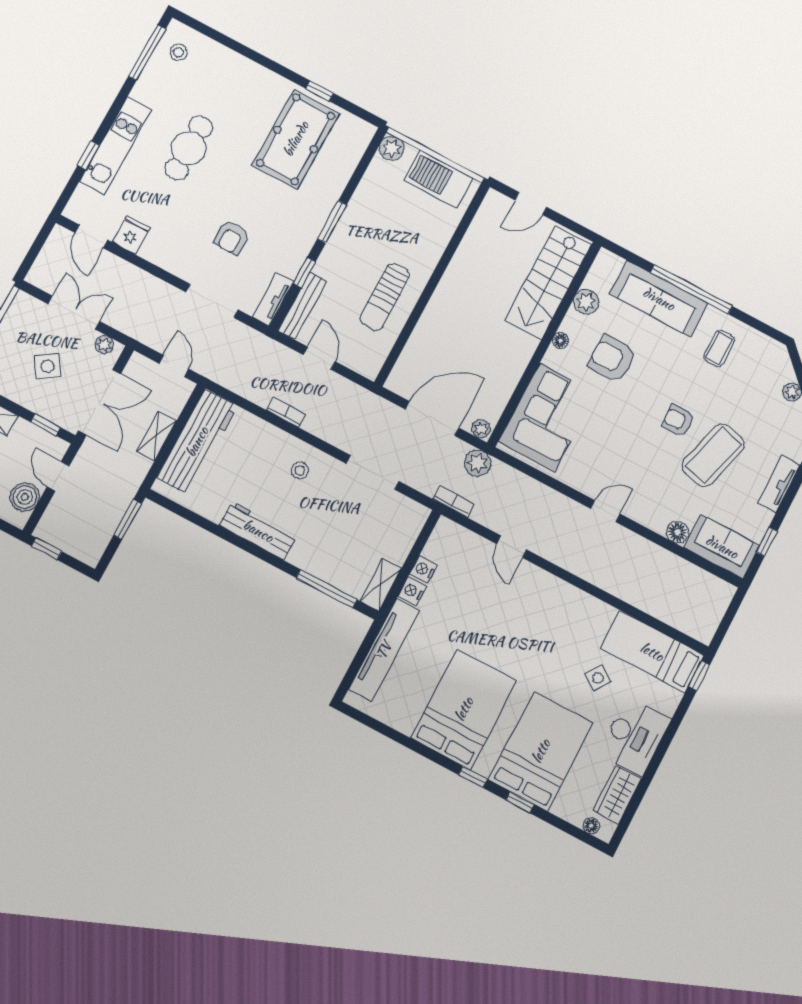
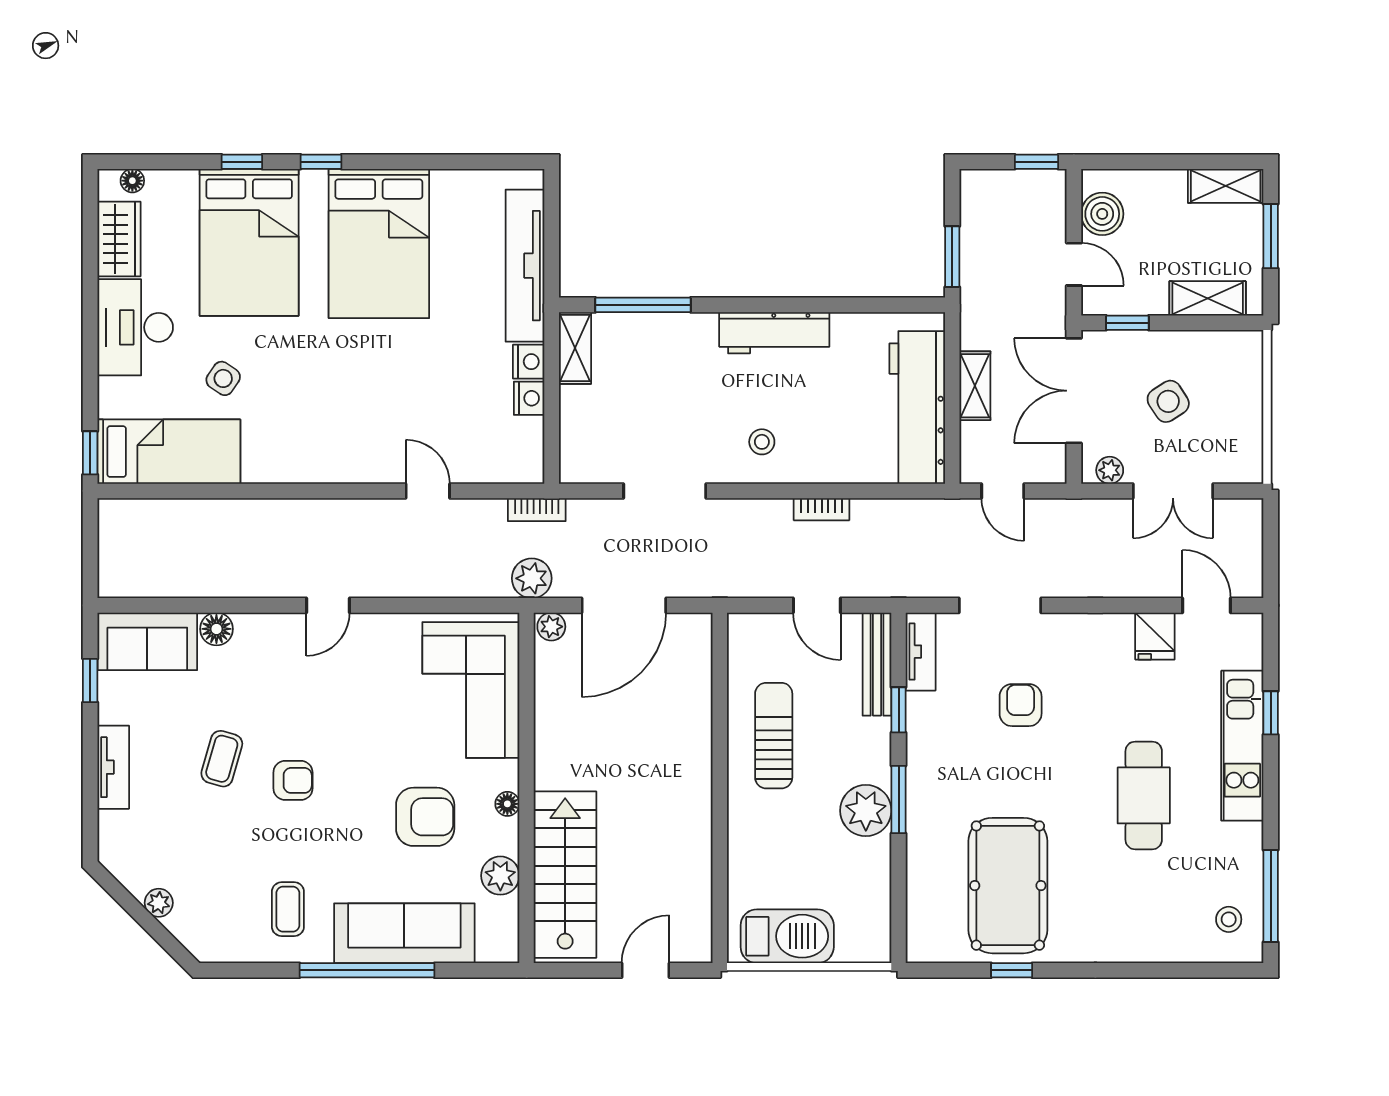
plant: (392, 148) -> (866, 811), moved, width x1.36, depth x1.36
coffee table: (713, 455) -> (222, 759), width x0.54, depth x0.58

